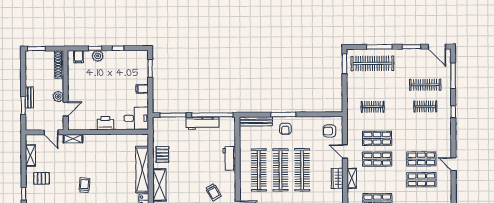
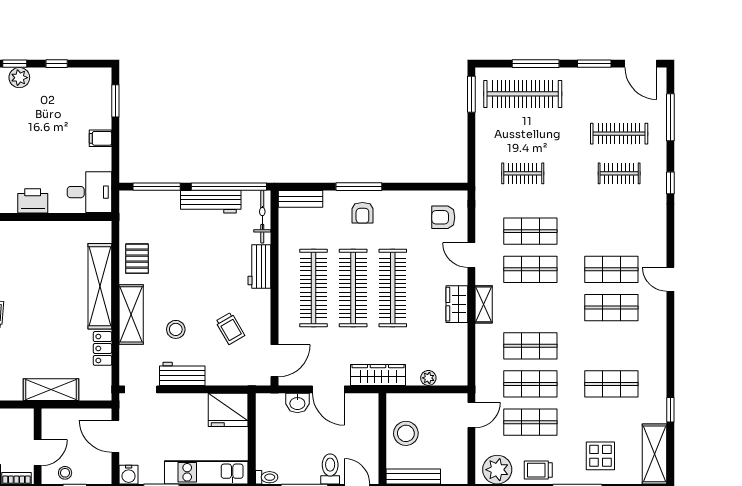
bench: (256, 121) -> (301, 199), width x0.73
bicycle: (231, 131) -> (262, 217), added
stool: (184, 193) -> (176, 329), added

